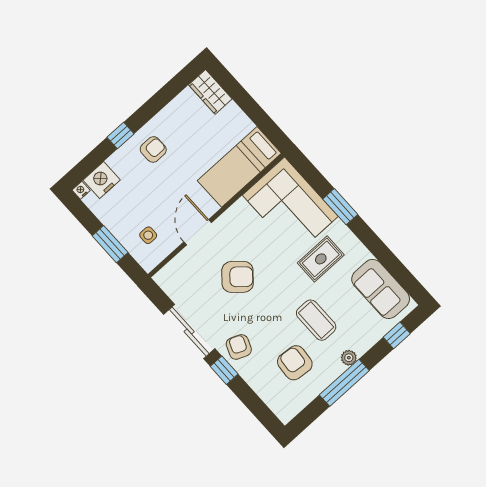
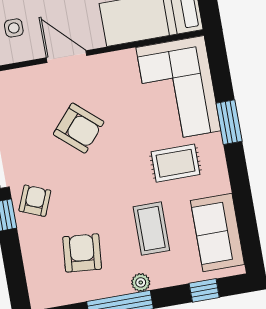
door: (198, 232) -> (66, 57), hinge flipped
coffee table: (316, 320) -> (151, 229), moved

